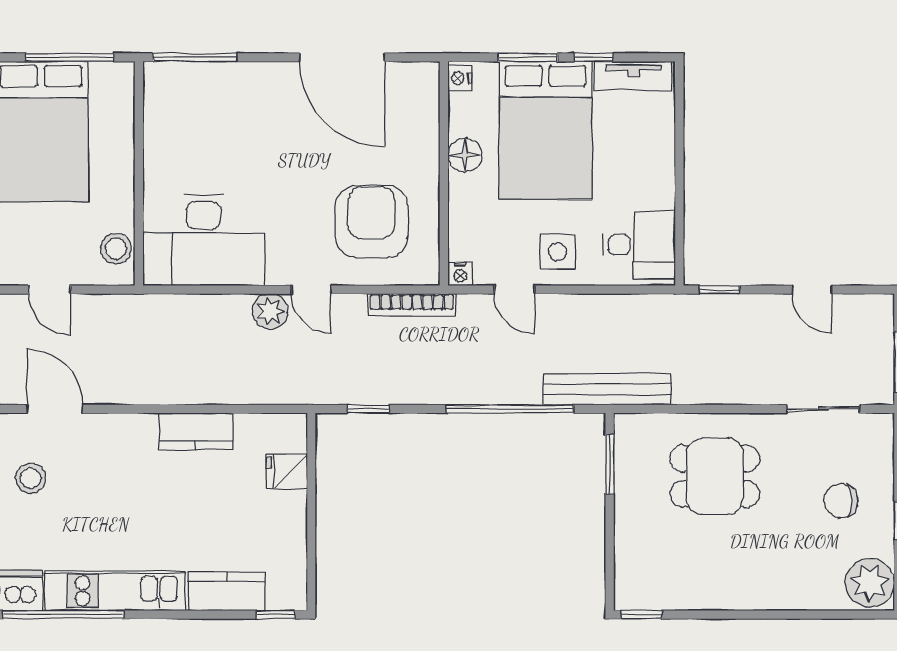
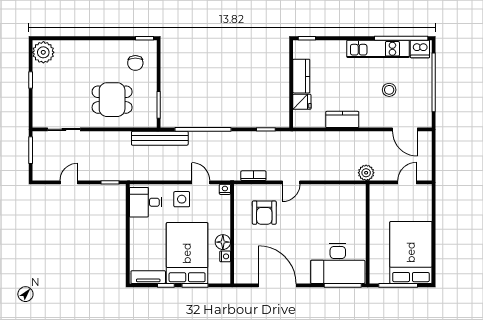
nightstand: (460, 78) -> (225, 256), moved
armchair: (372, 222) -> (264, 213), width x0.73, depth x0.73
desk: (204, 240) -> (338, 263), moved, turned 180
stool: (116, 249) -> (378, 201), removed
door: (49, 290) -> (407, 182), hinge flipped
door: (311, 290) -> (291, 182), swing flipped
door: (812, 290) -> (69, 182), hinge flipped
bookcase: (412, 305) -> (253, 176), width x0.64
plant: (270, 311) -> (366, 173), moved
stool: (31, 478) -> (389, 90), moved
chair: (841, 501) -> (135, 63), moved, turned 90
kitchen counter: (226, 591) -> (301, 76), moved, turned -90

